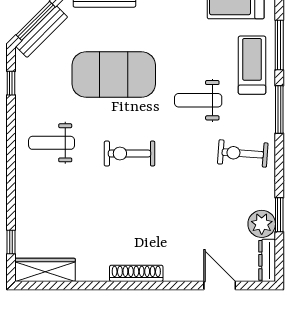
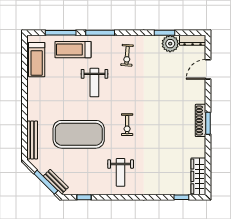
bench: (42, 32) -> (56, 182), width x0.73
exercise mat: (114, 75) -> (79, 134), turned 90
exercise bike: (243, 153) -> (127, 55), width x0.73, depth x0.72
exercise bike: (129, 154) -> (127, 125), width x0.73, depth x0.72
window: (132, 285) -> (208, 123), added

